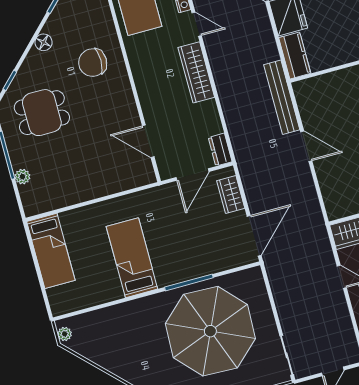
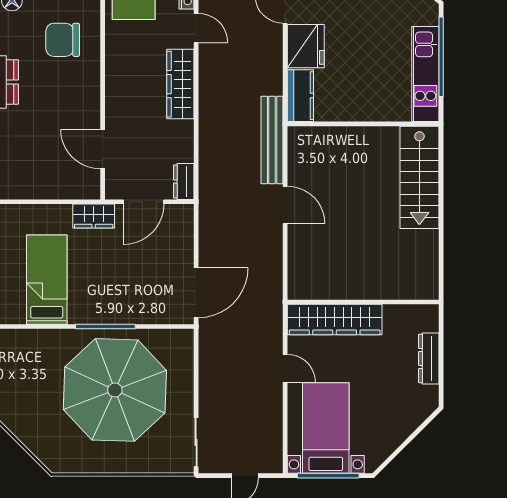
wardrobe: (231, 195) -> (94, 216), moved, turned -90

